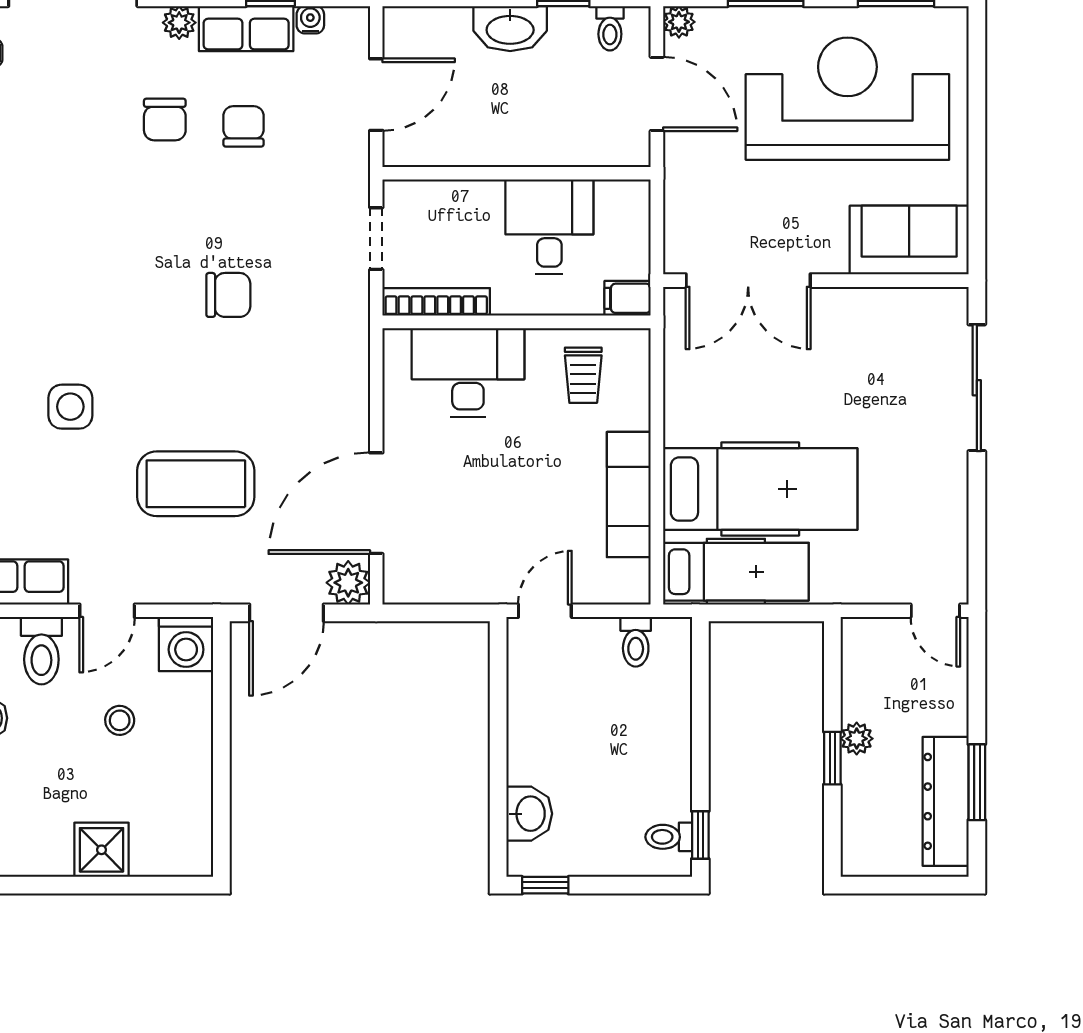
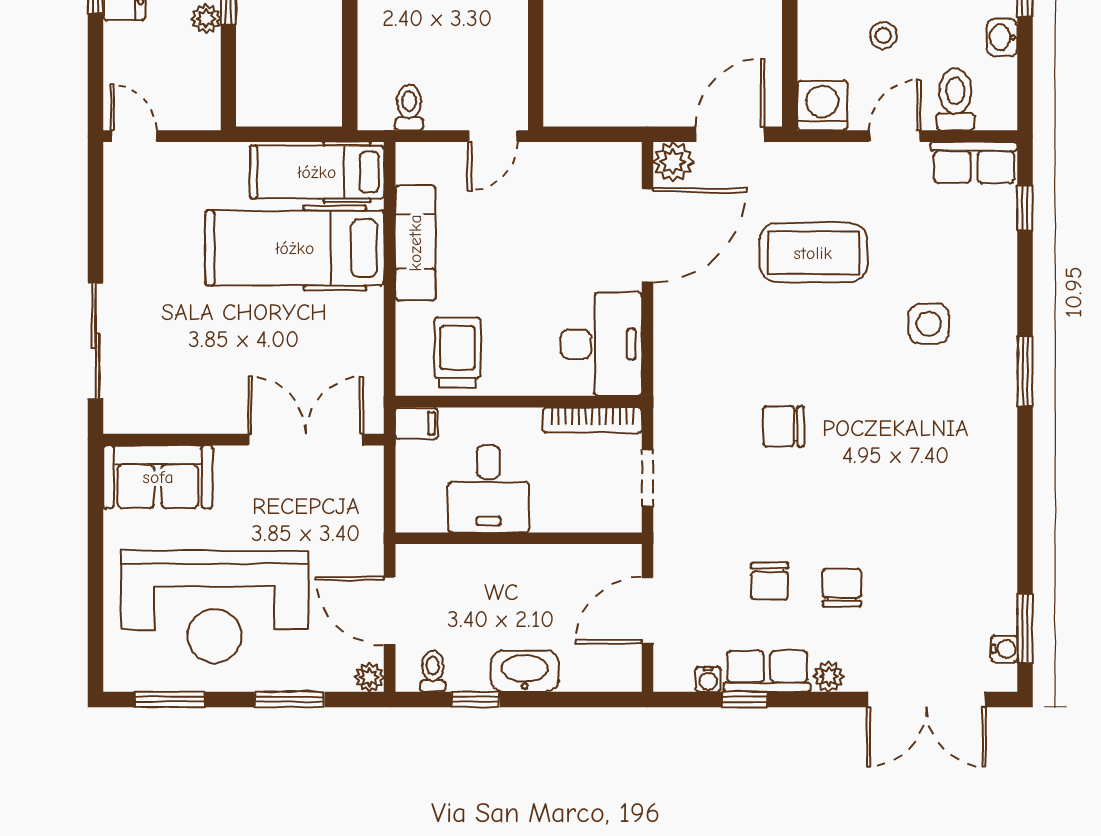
desk: (468, 372) -> (601, 344), moved, turned -90
trolley: (583, 375) -> (457, 353), width x1.36, depth x1.39

